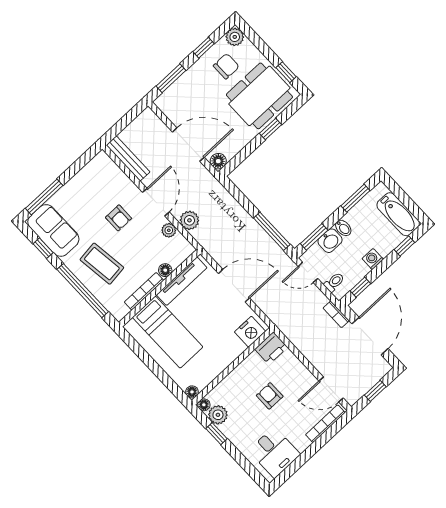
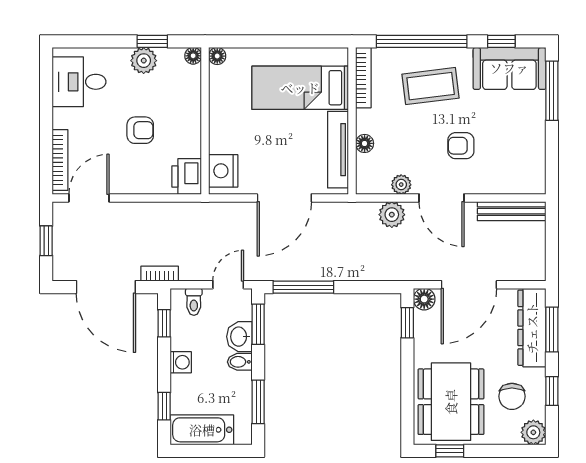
dresser: (180, 90) -> (532, 328), added
window: (270, 129) -> (407, 323), moved
bookcase: (144, 291) -> (363, 78), moved
plant: (218, 415) -> (144, 61), moved

